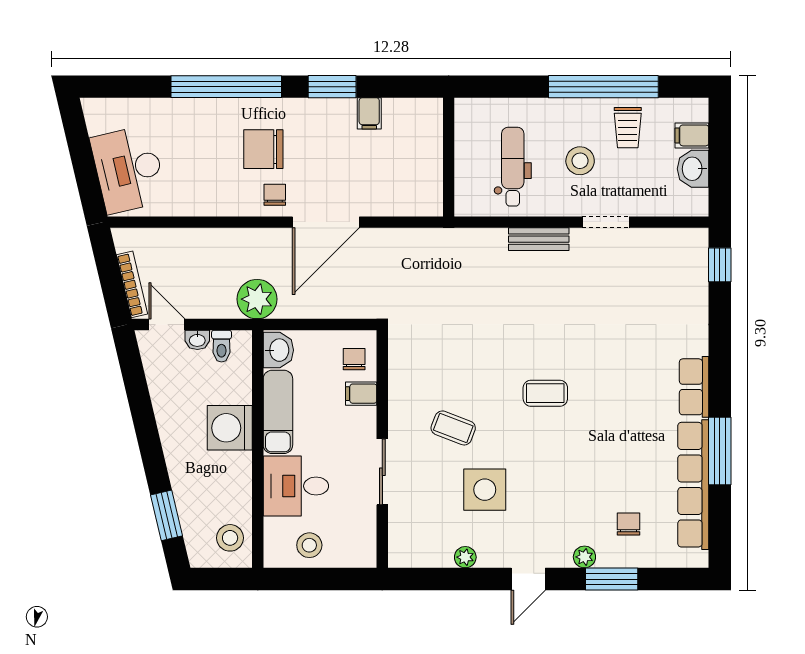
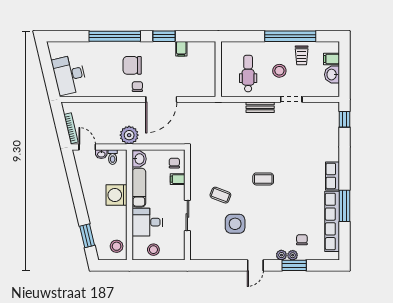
plant: (465, 557) -> (293, 255), moved

